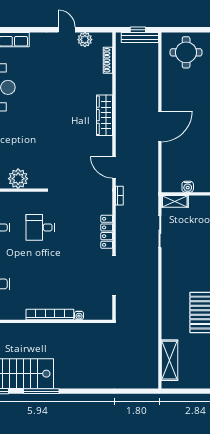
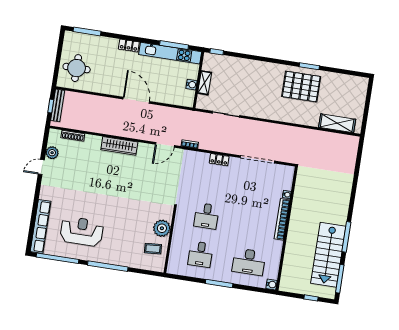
shelving: (175, 201) -> (205, 83), moved
locker: (107, 232) -> (219, 160), width x0.66

